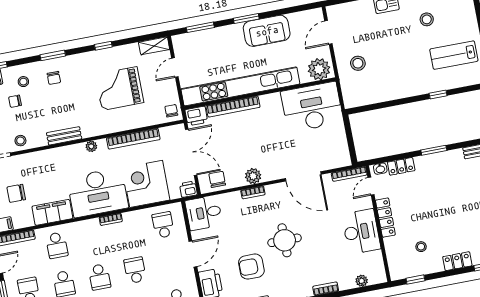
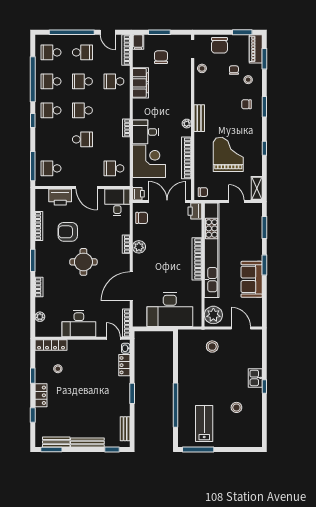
window: (438, 94) -> (175, 405), width x3.17
bookcase: (233, 107) -> (197, 259), moved
desk: (312, 107) -> (170, 309), moved, turned 90
bench: (64, 136) -> (199, 118), moved
double door: (191, 152) -> (167, 201), swing flipped
desk: (98, 193) -> (145, 132), width x0.53, depth x0.77
locker: (385, 218) -> (51, 345), moved
school desk: (163, 225) -> (114, 168), turned 180
armchair: (251, 267) -> (68, 232), turned -90
window: (415, 280) -> (33, 376), moved

